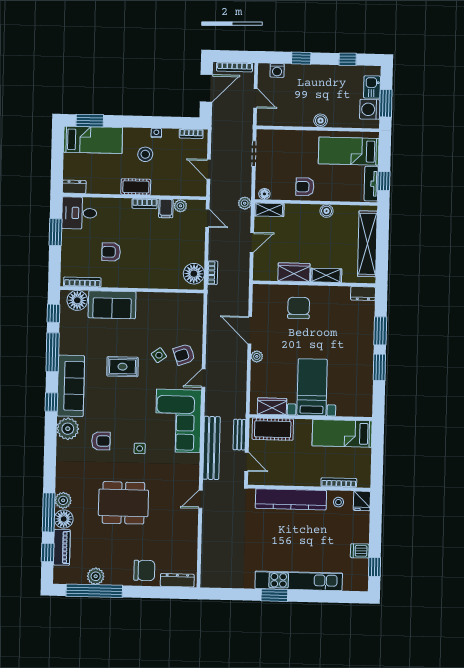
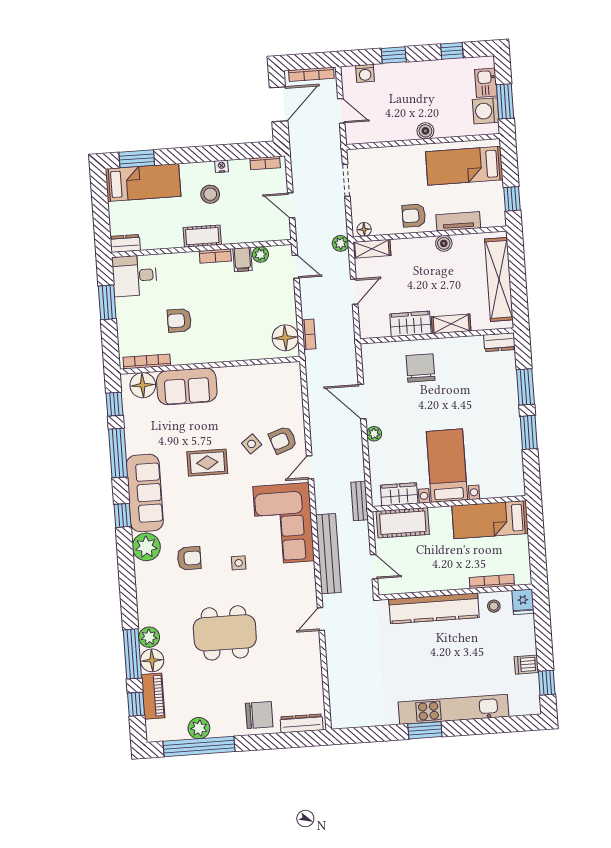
tv unit: (371, 184) -> (458, 221), moved, turned 90
bench: (239, 435) -> (360, 501), moved

